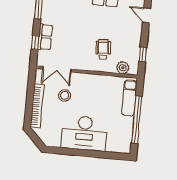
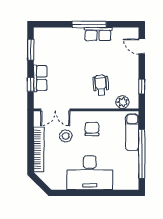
chair: (91, 91) -> (92, 129), added

